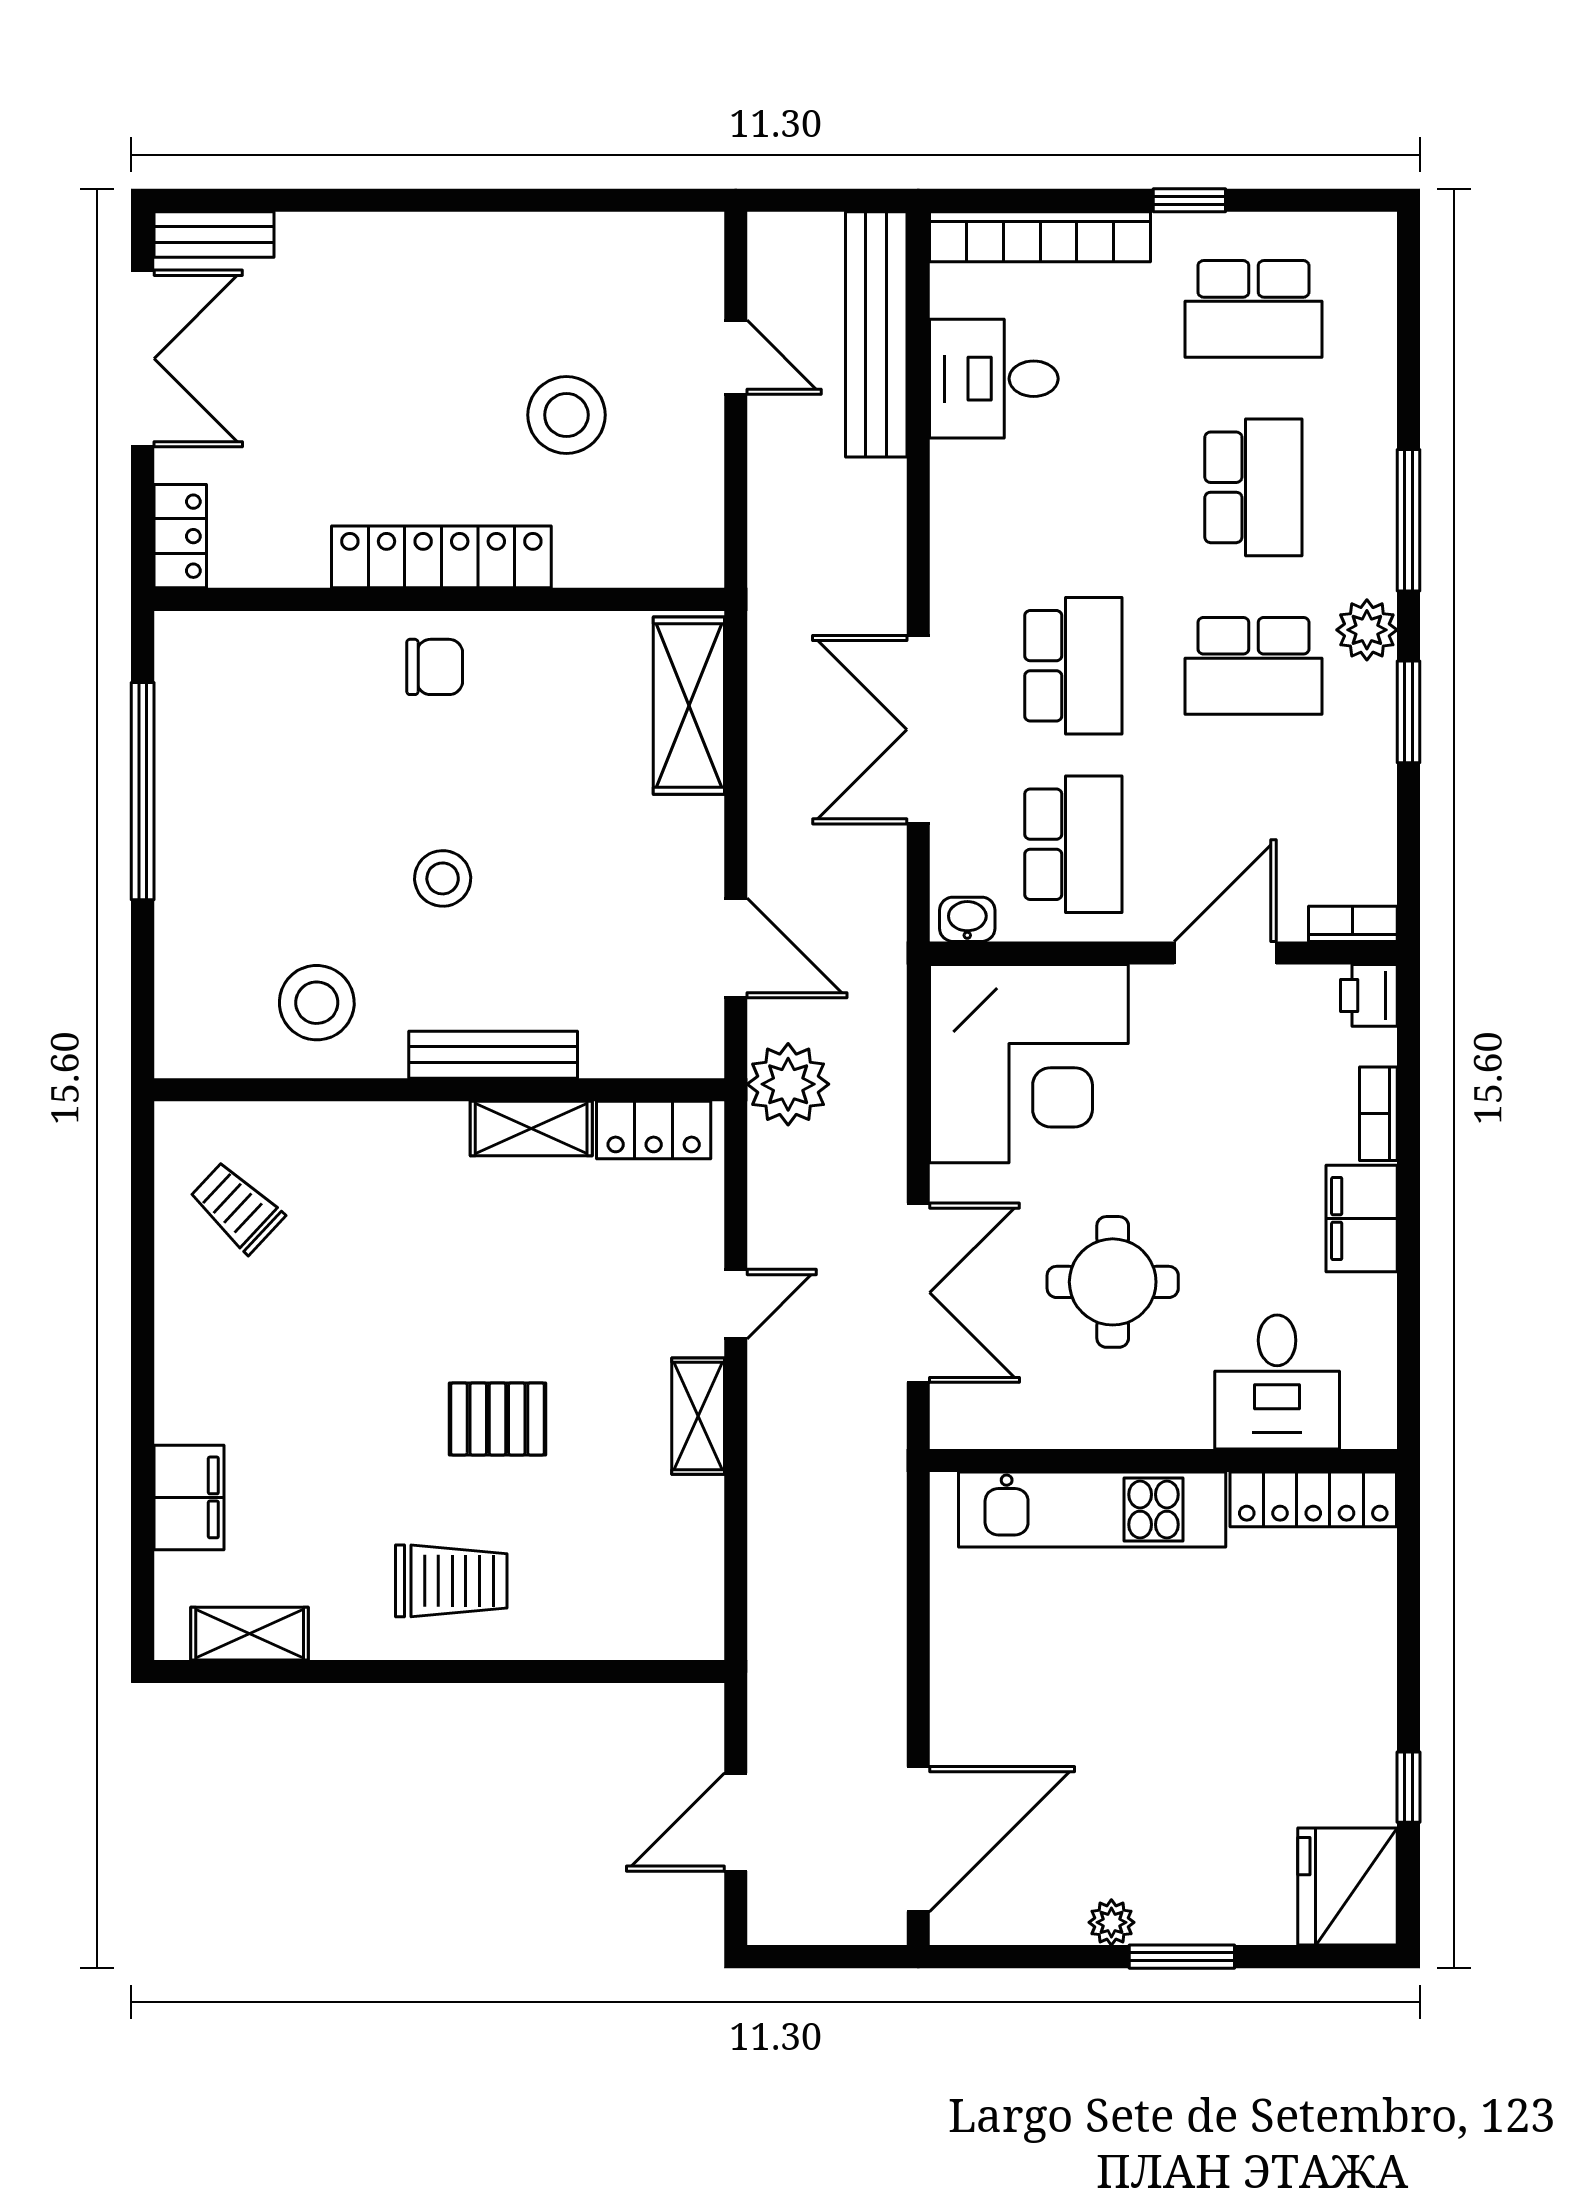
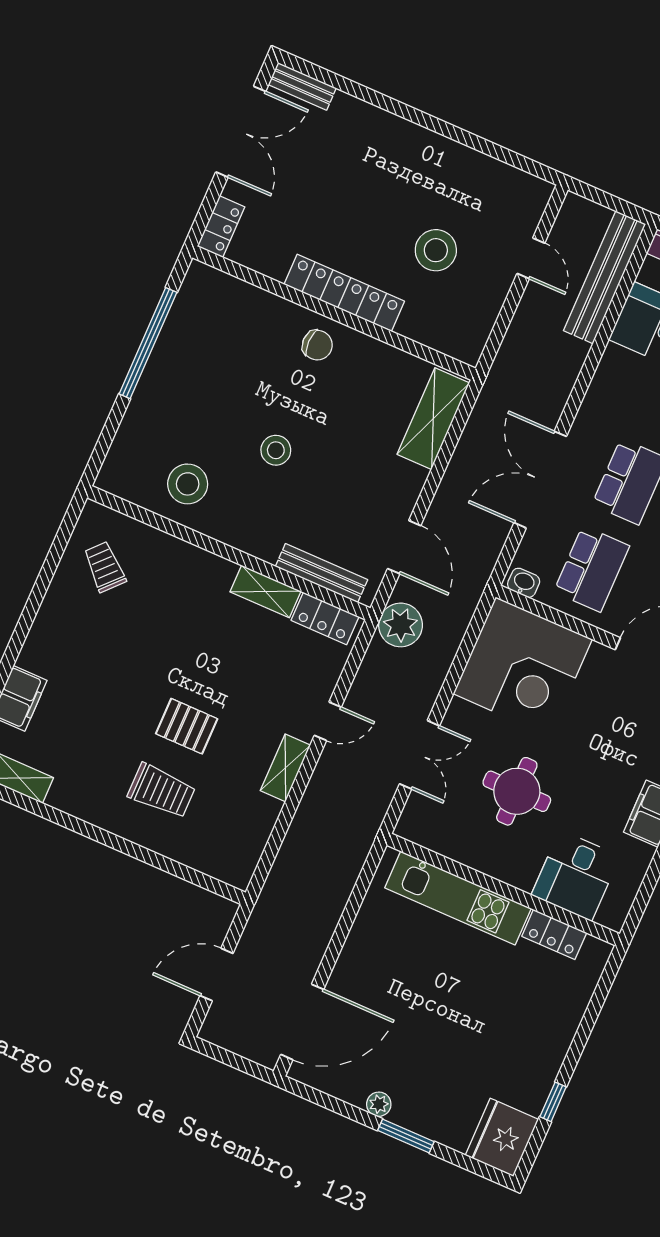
bench: (493, 1055) -> (321, 573), moved
double door: (918, 1293) -> (419, 755), width x0.73
locker: (1313, 1499) -> (554, 935), width x0.66
trolley: (451, 1581) -> (162, 791), moved

